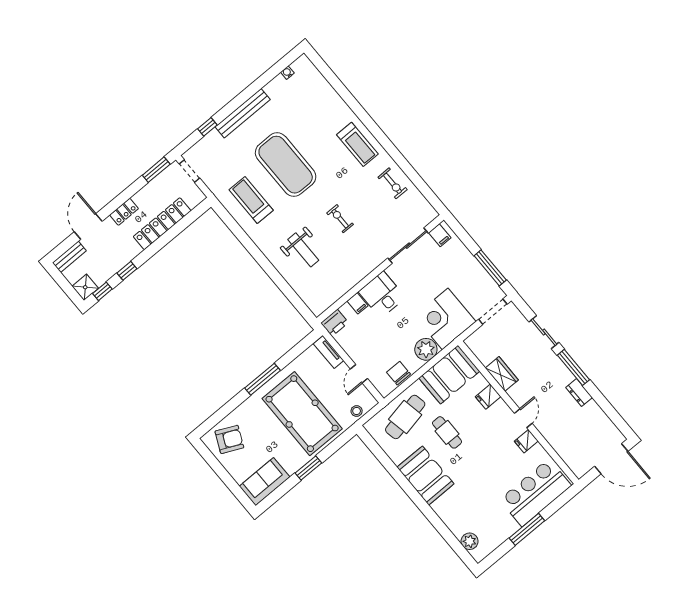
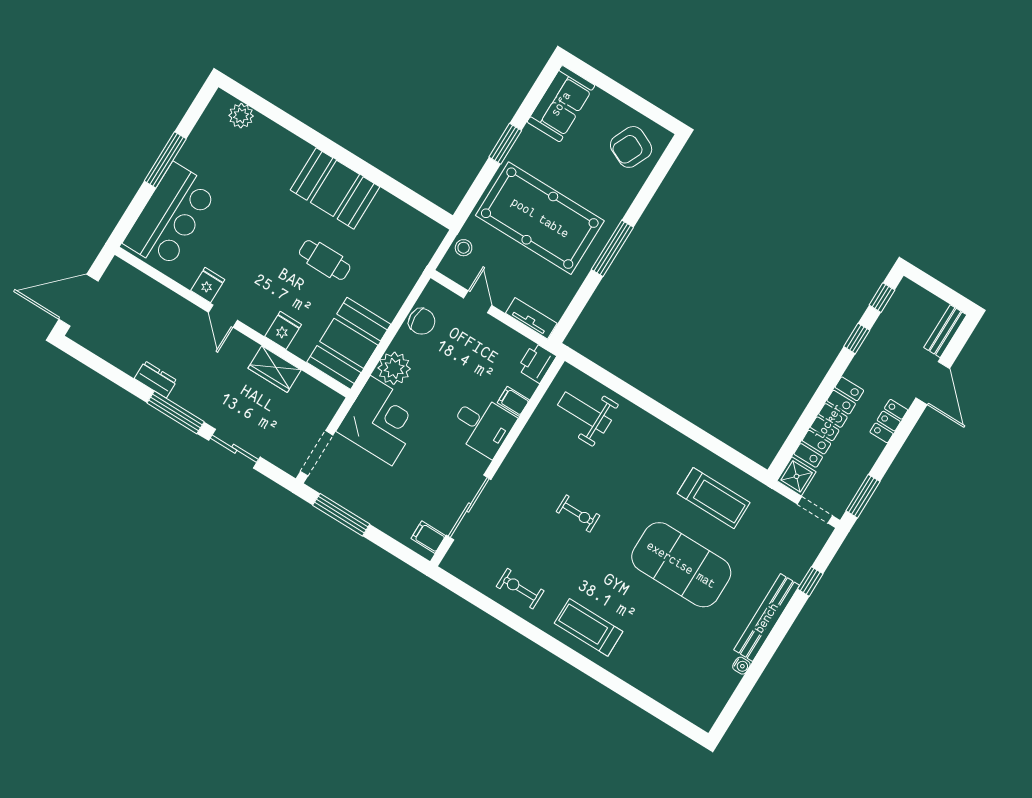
water cooler: (287, 73) -> (741, 666), moved
weight bench: (303, 250) -> (585, 413), moved
shower: (85, 287) -> (797, 476), moved
cafe table: (405, 417) -> (392, 262), removed

